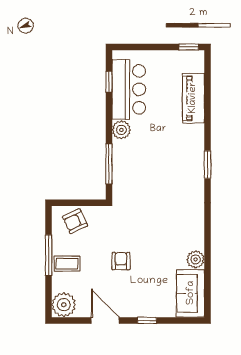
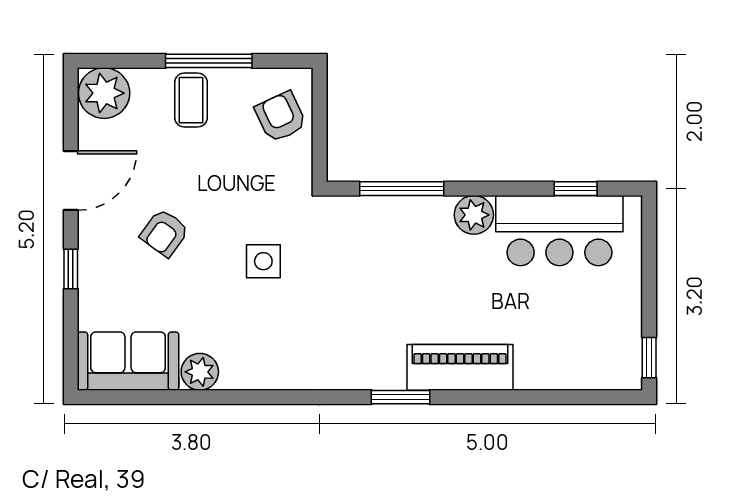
piano: (193, 98) -> (460, 367), moved
side table: (143, 229) -> (263, 261), added
armchair: (121, 261) -> (164, 233), moved, turned 126

